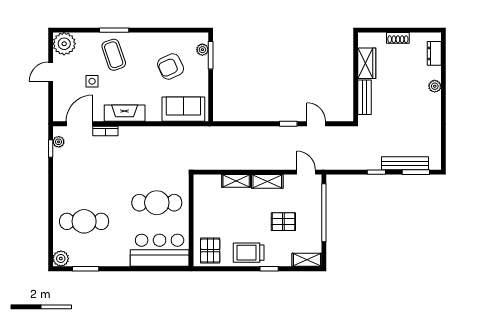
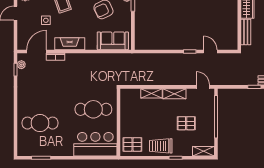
pallet: (210, 251) -> (132, 144), turned 90
plant: (61, 259) -> (23, 150), removed

